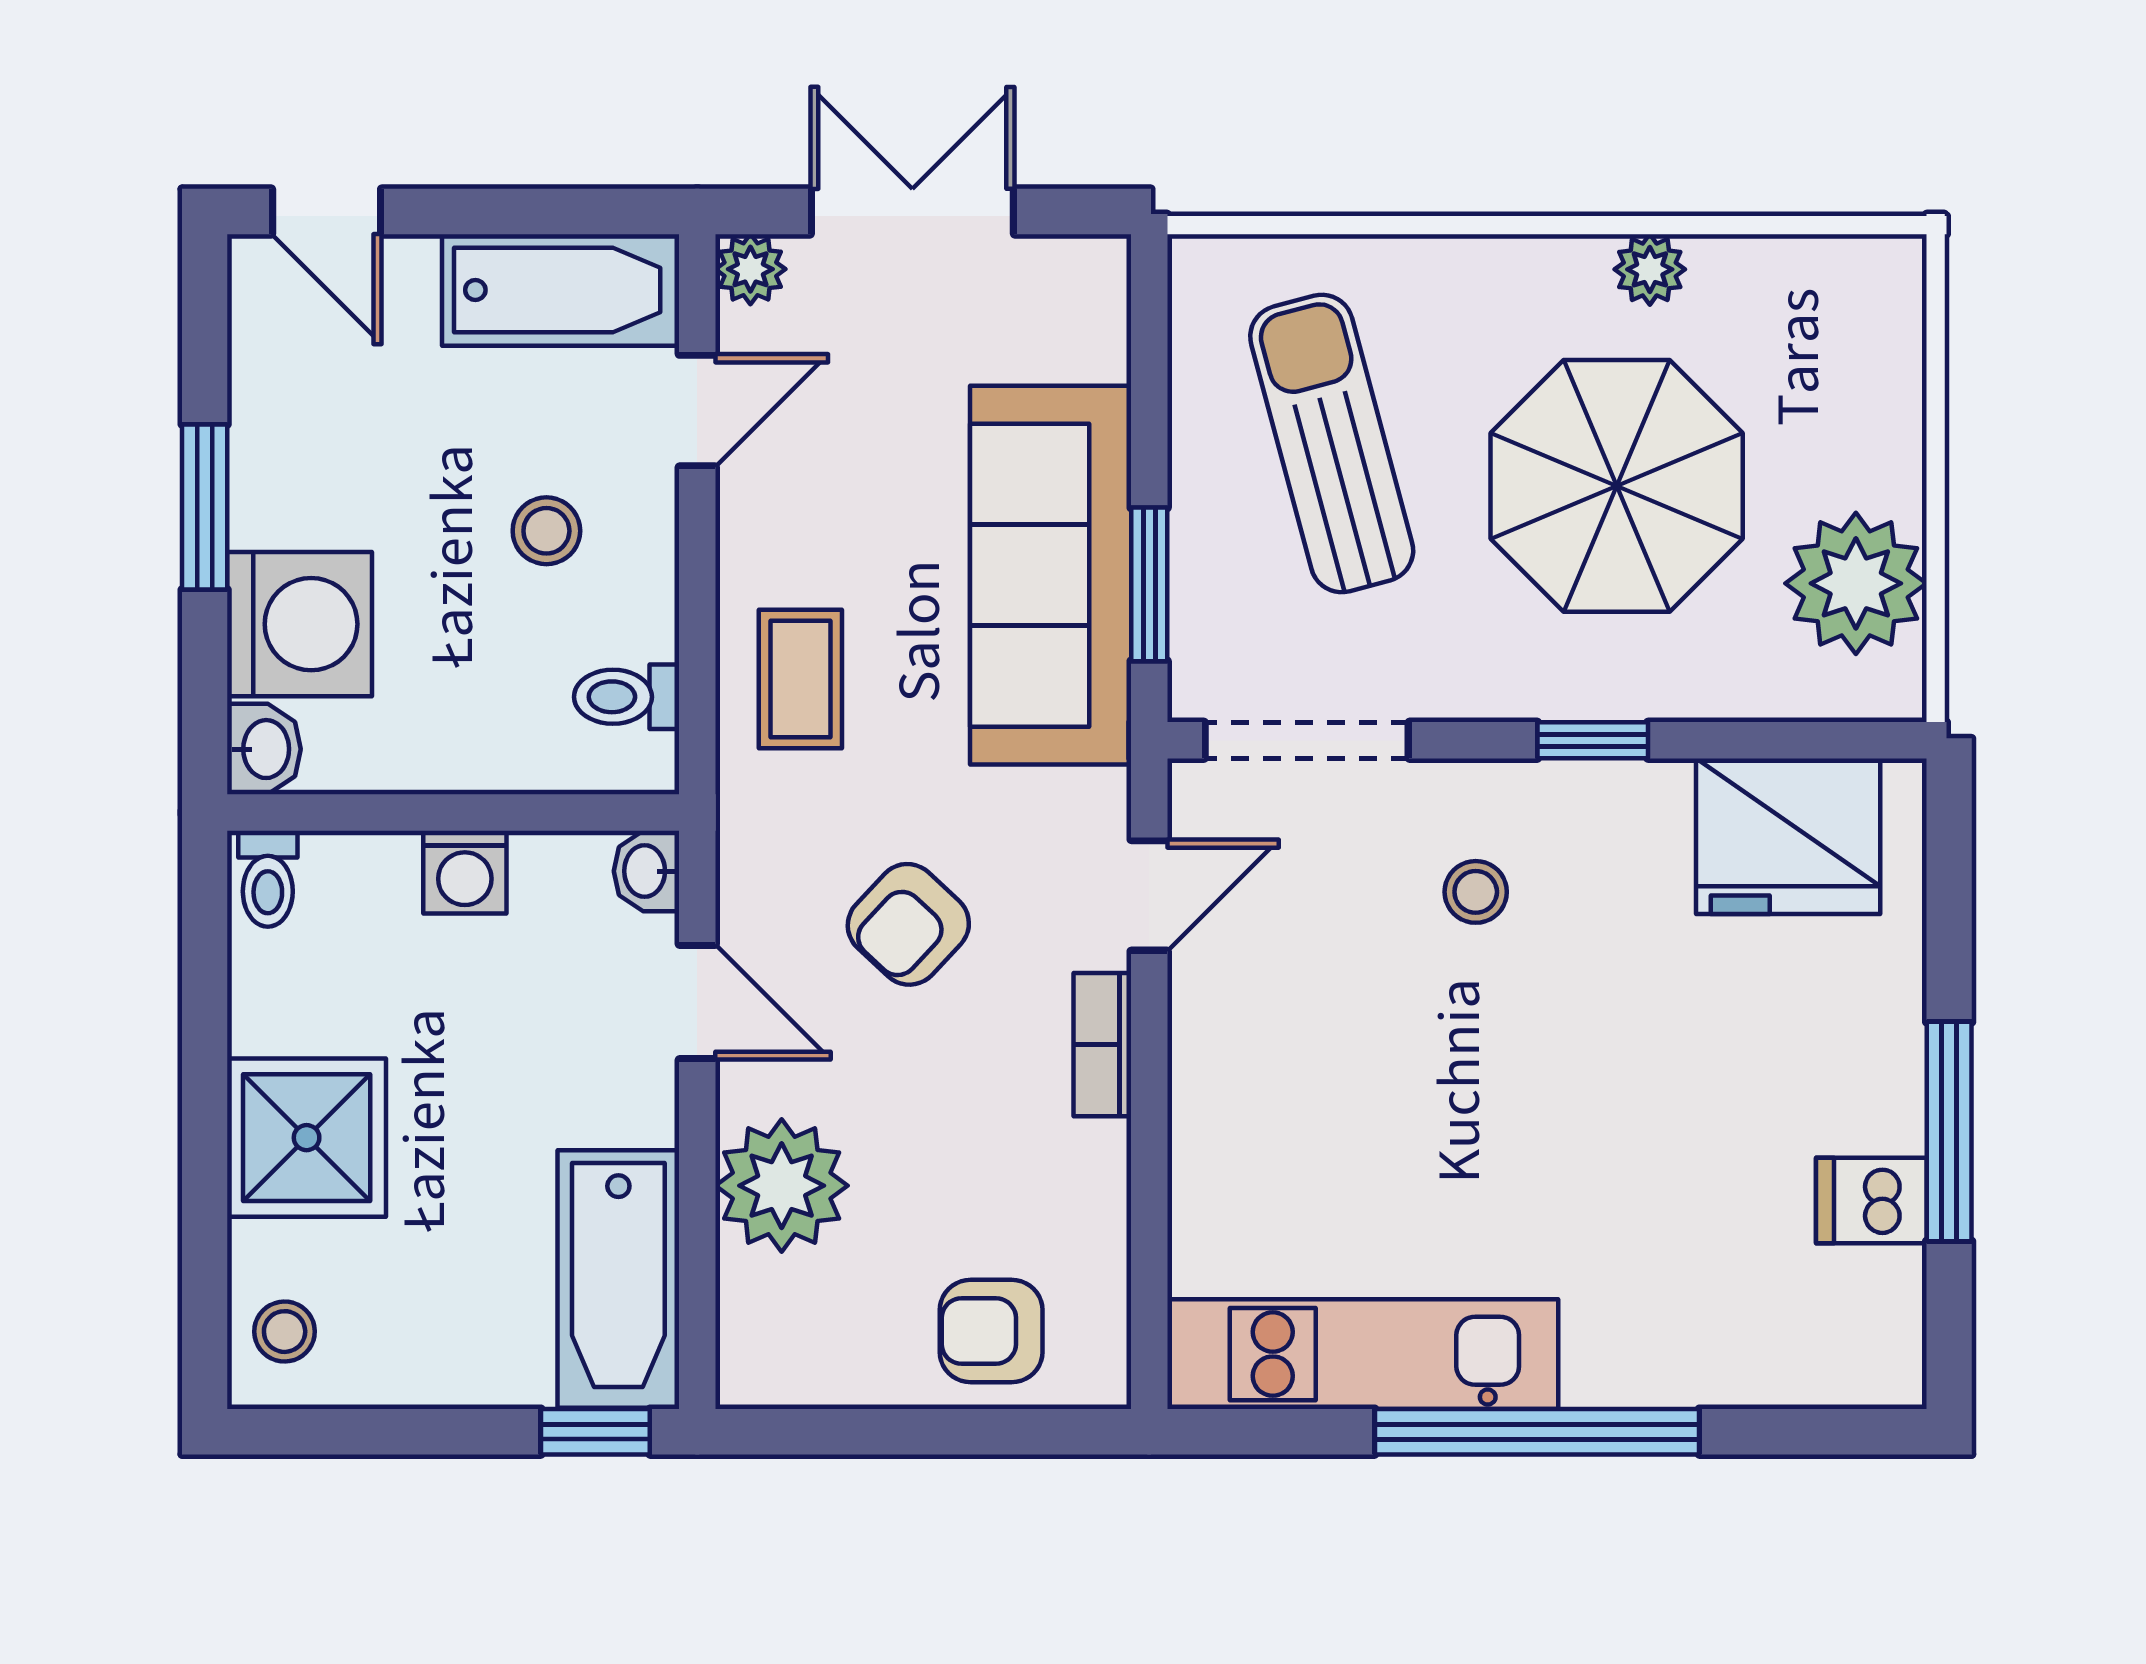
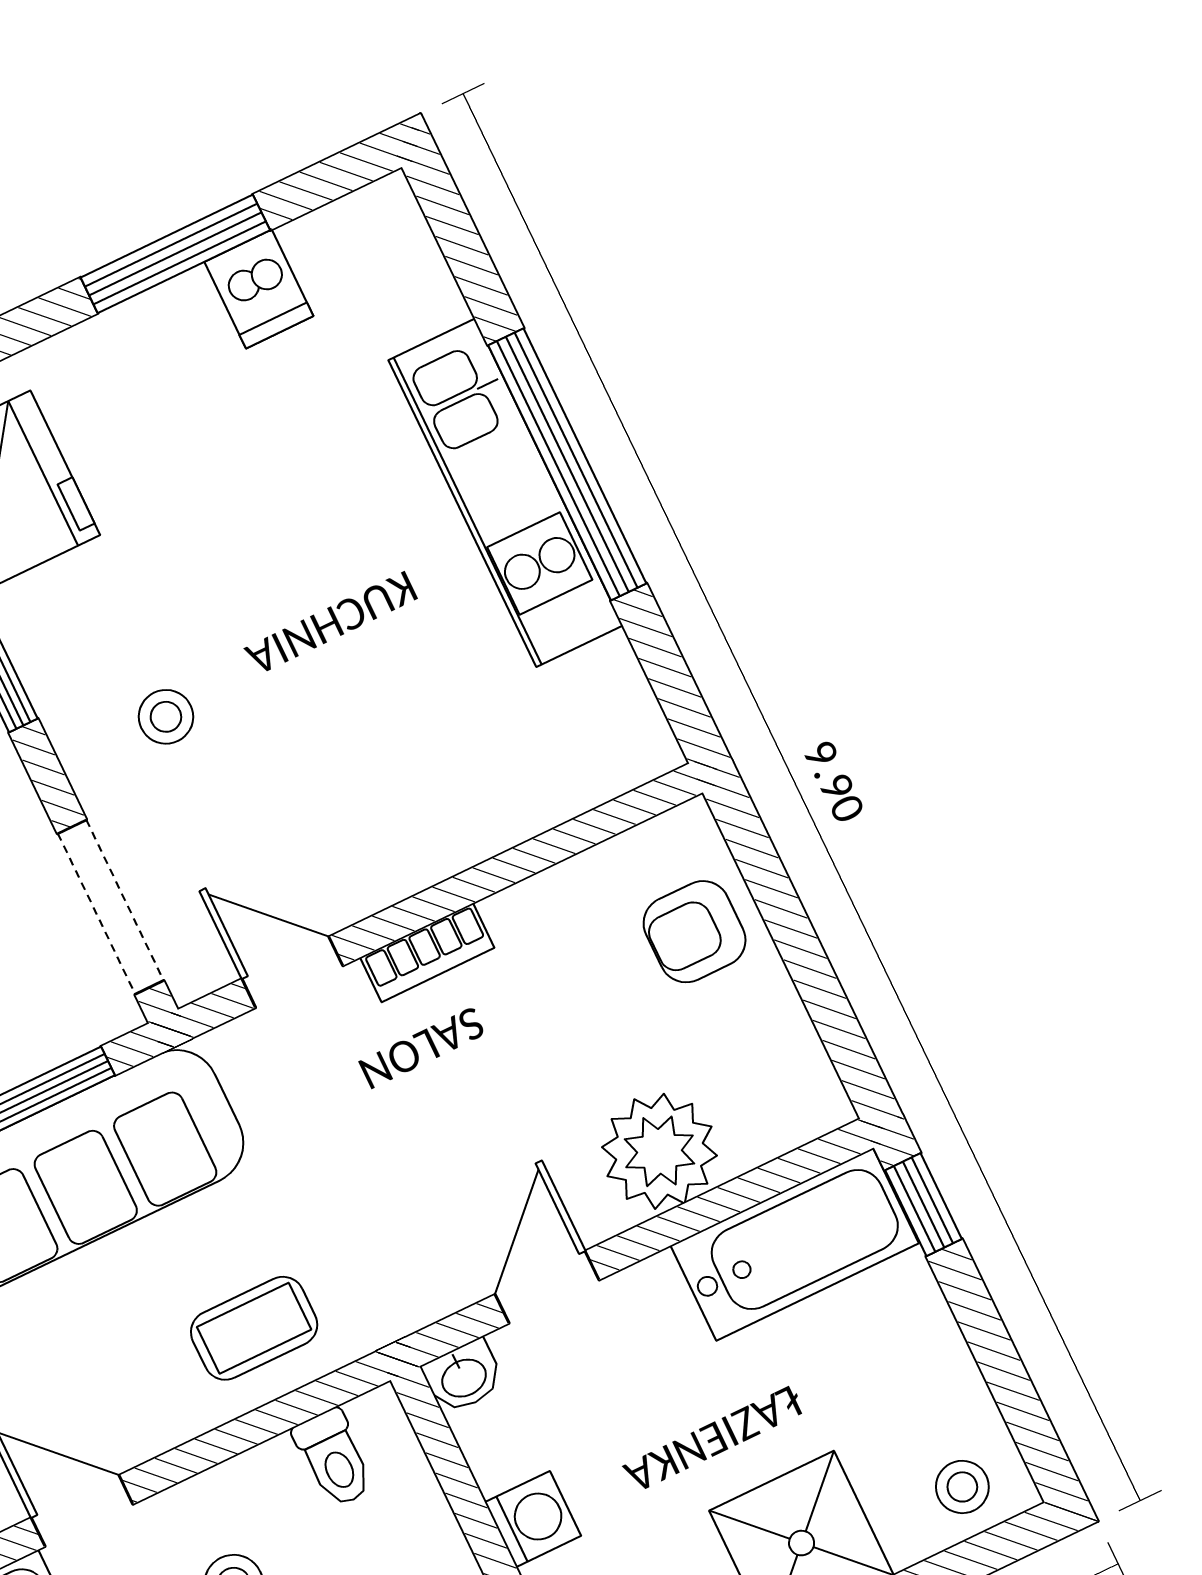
armchair: (908, 924) -> (406, 1151), removed
armchair: (991, 1331) -> (695, 932), turned 90
kitchen unit: (1363, 1354) -> (506, 493), moved

